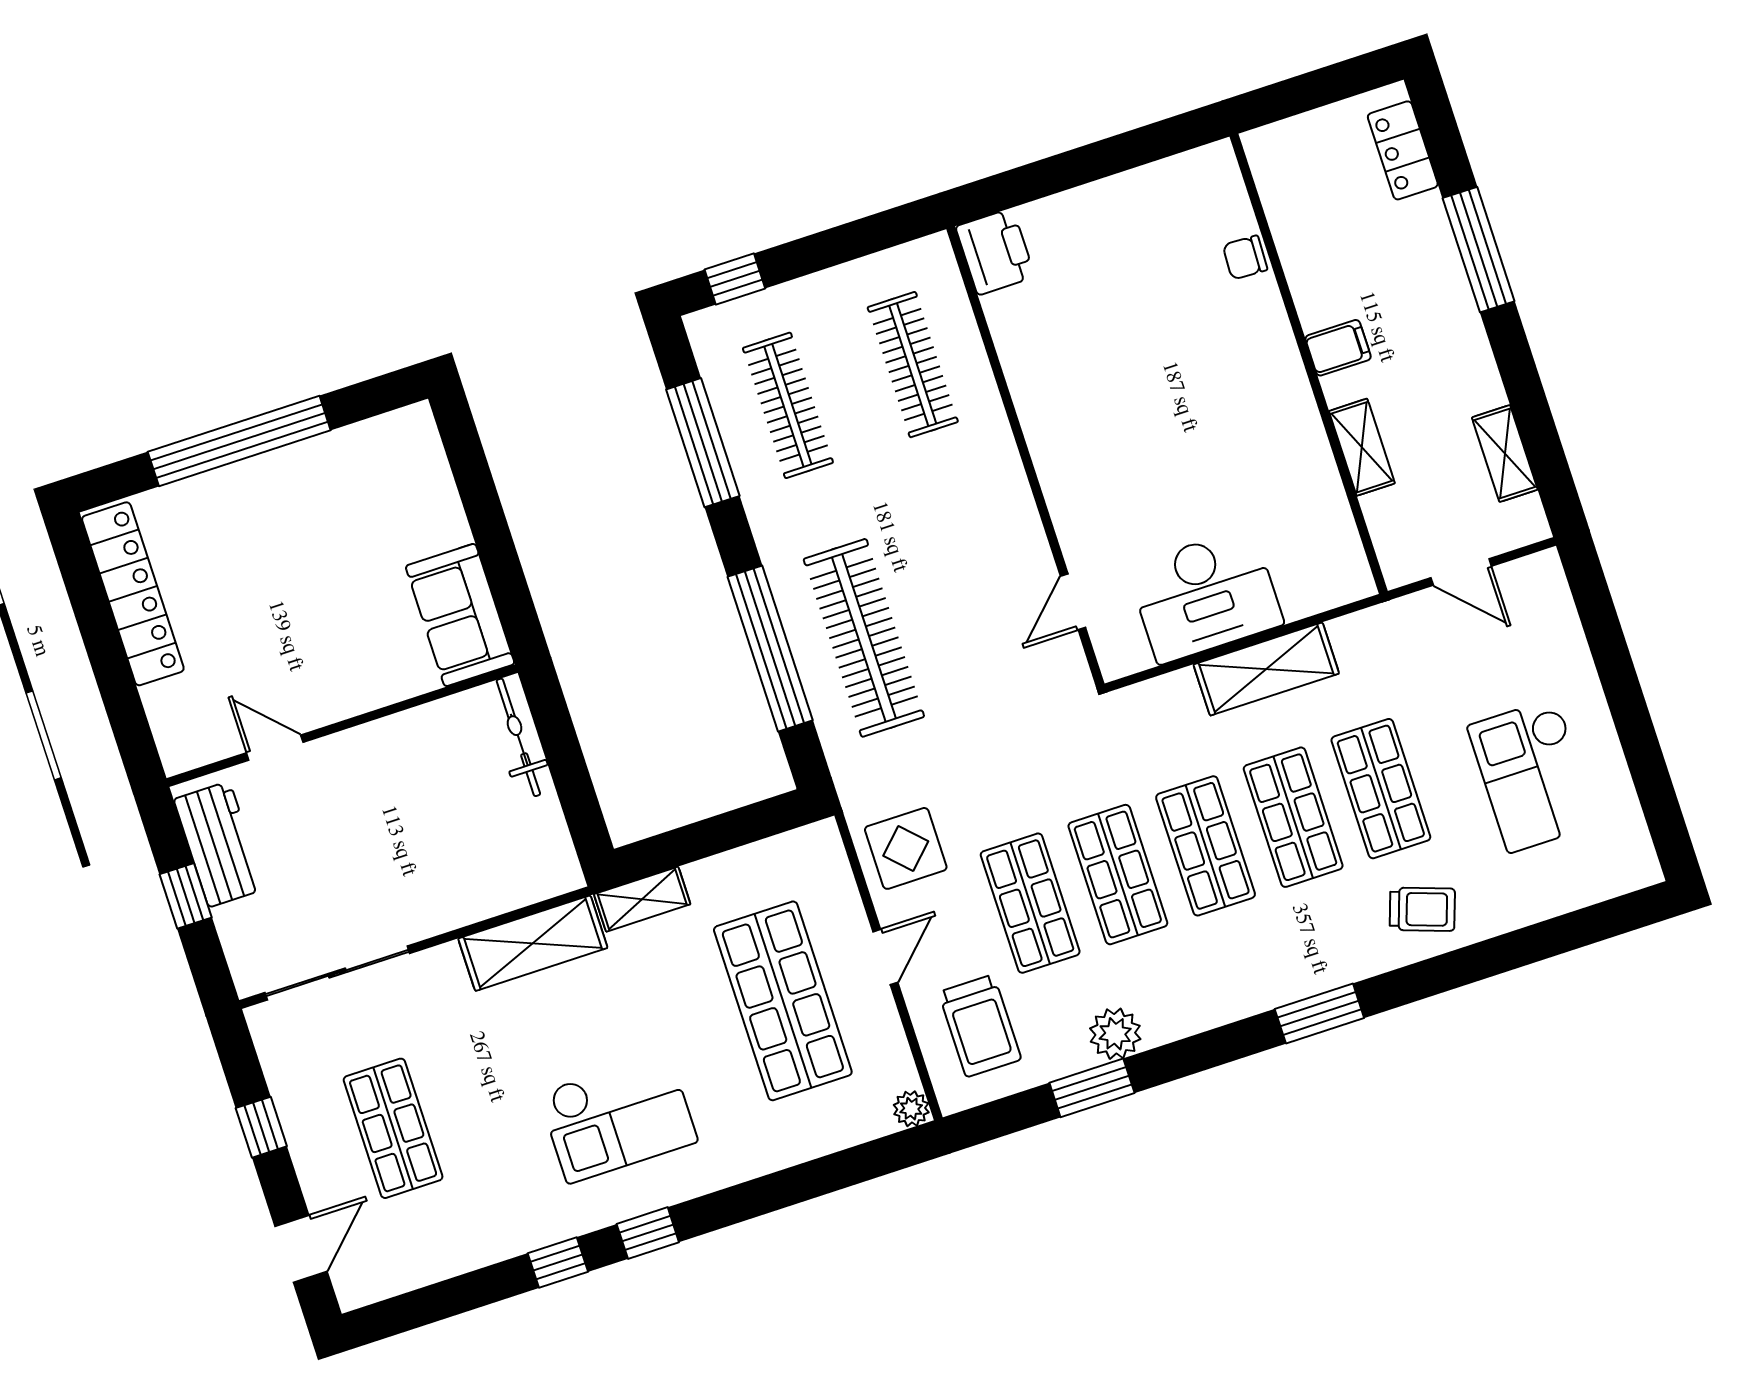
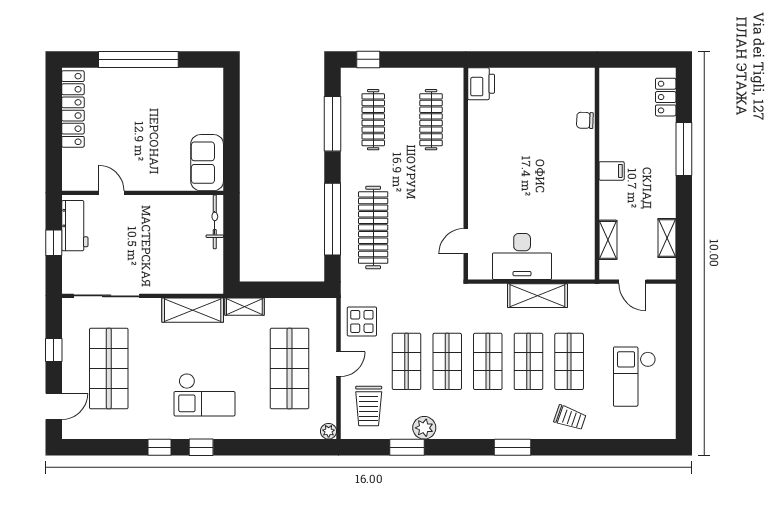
shelving: (1362, 447) -> (608, 240), moved
shop shelf: (393, 1128) -> (109, 368), width x1.43, depth x1.36

